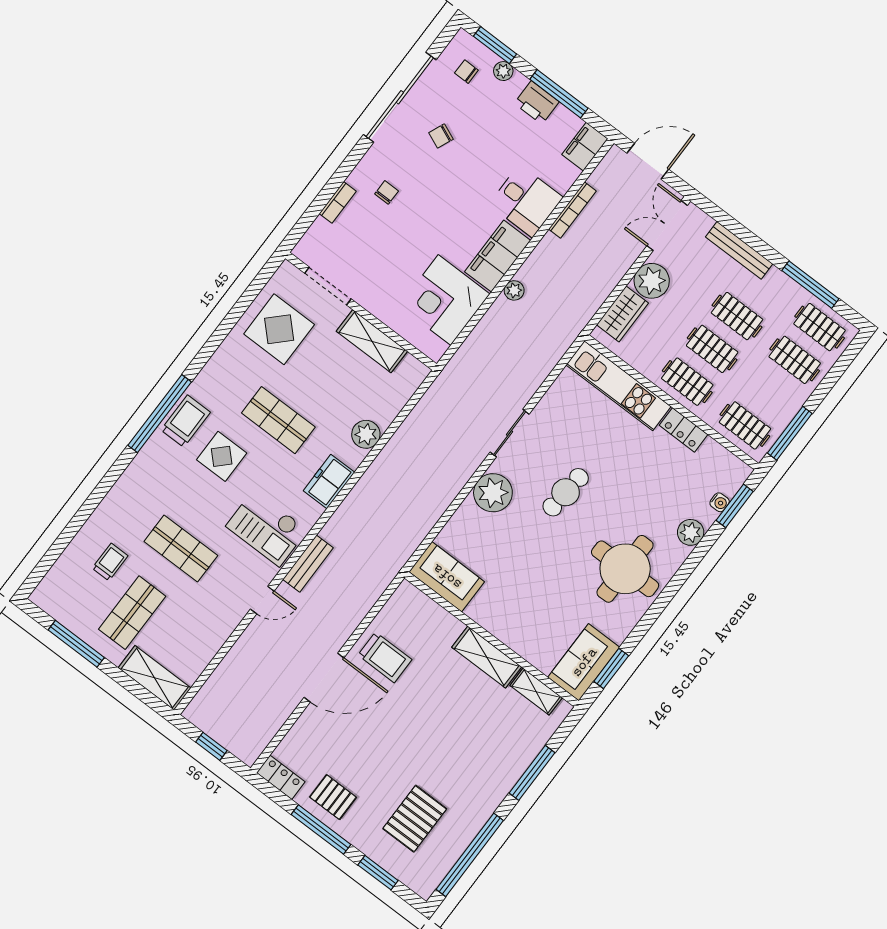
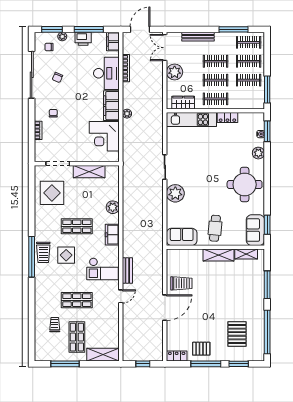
desk: (526, 201) -> (106, 73), width x1.37
wardrobe: (622, 314) -> (183, 103), moved, turned -90
trolley: (186, 421) -> (43, 252), turned 180
clothes rail: (745, 425) -> (249, 80), moved
cafe table: (566, 492) -> (215, 228), moved

